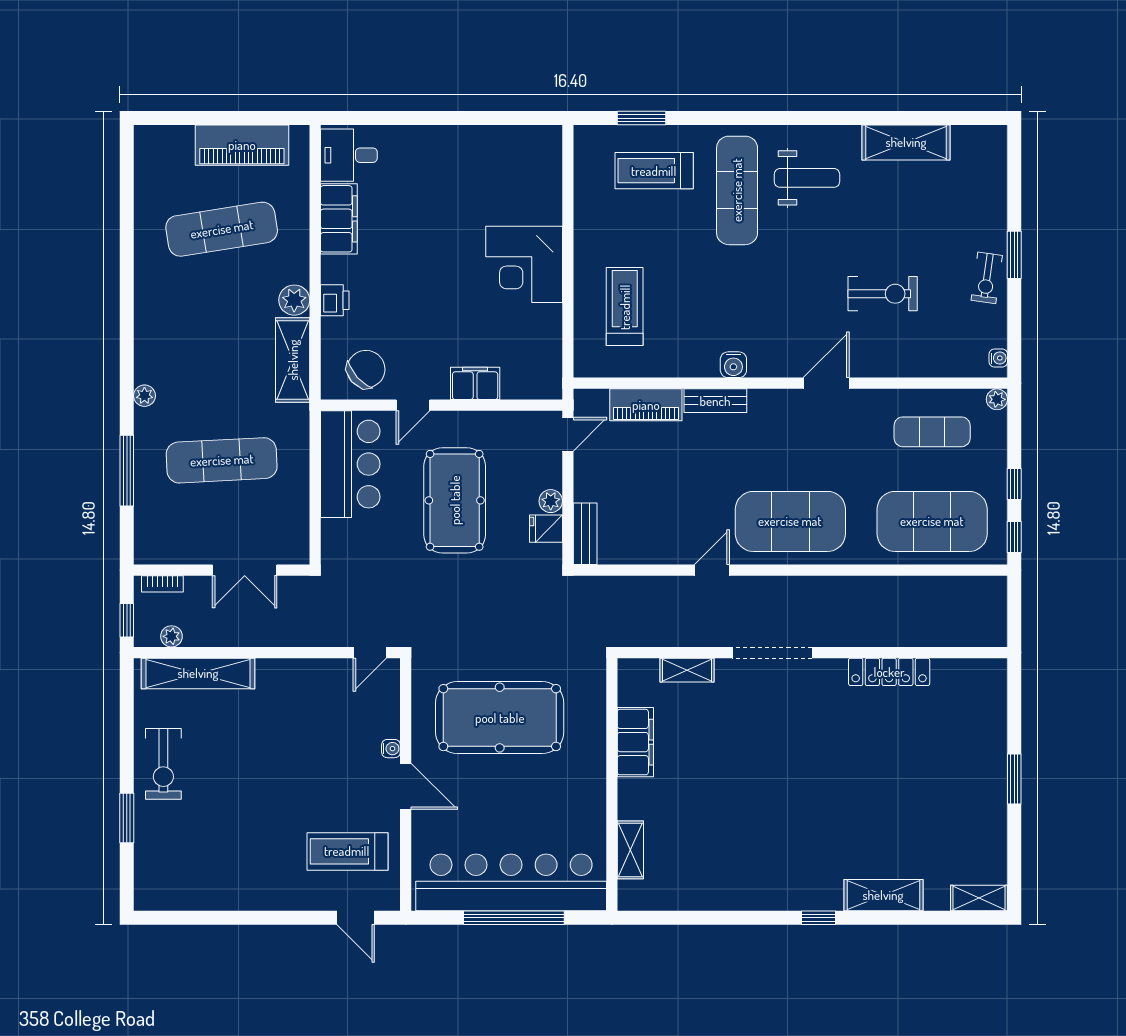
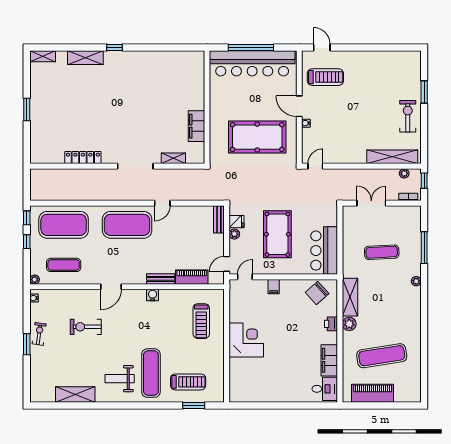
filing cabinet: (475, 383) -> (274, 287), width x0.50
door: (413, 405) -> (245, 277), moved
exercise mat: (222, 460) -> (382, 252), width x0.73, depth x0.69
shelving: (630, 850) -> (199, 78), removed

